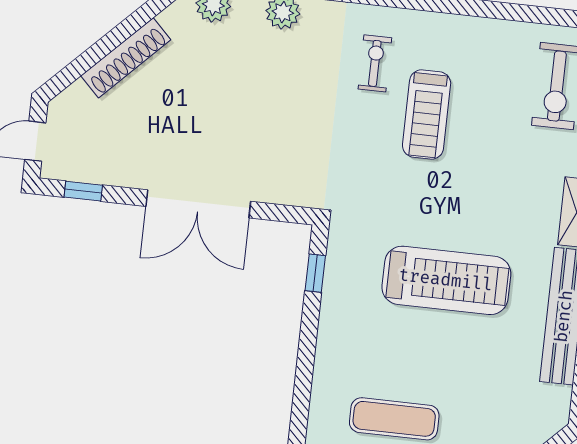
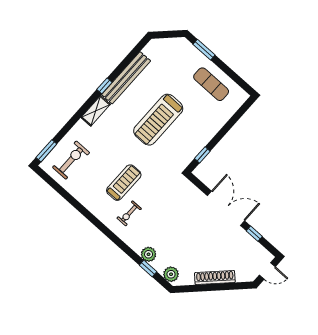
window: (83, 191) -> (254, 234), moved
treadmill: (446, 280) -> (158, 120), turned -90

